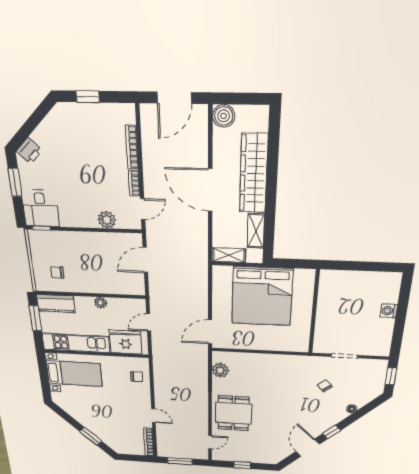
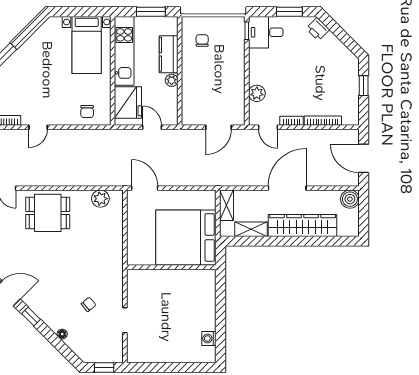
door: (145, 260) -> (218, 127), swing flipped
kitchen counter: (56, 303) -> (169, 54), moved
washing machine: (389, 311) -> (209, 338), moved, turned -90
wall: (314, 312) -> (171, 267), moved

